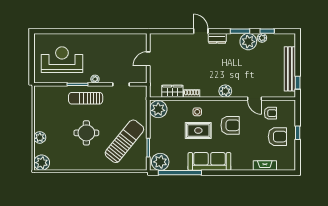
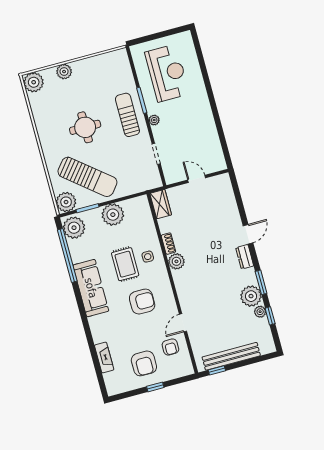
wardrobe: (172, 91) -> (161, 204), moved
plant: (225, 91) -> (176, 261), moved
plant: (158, 109) -> (113, 215), moved
armchair: (230, 125) -> (142, 302), turned -90
plant: (139, 163) -> (66, 202), added

